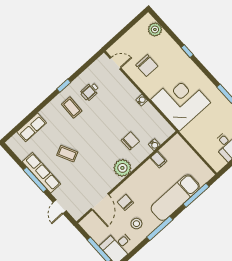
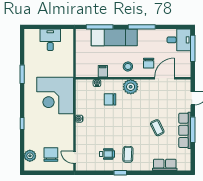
chair: (147, 66) -> (51, 155), moved
stool: (136, 224) -> (128, 66), moved

